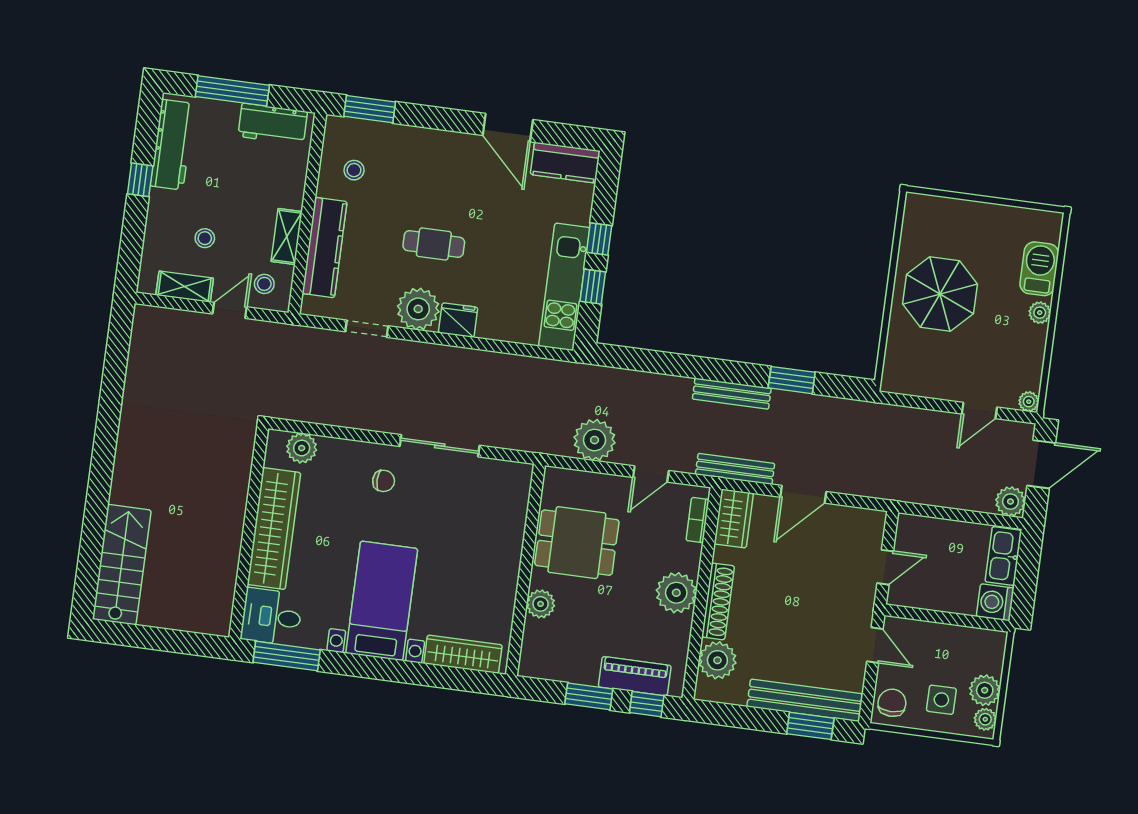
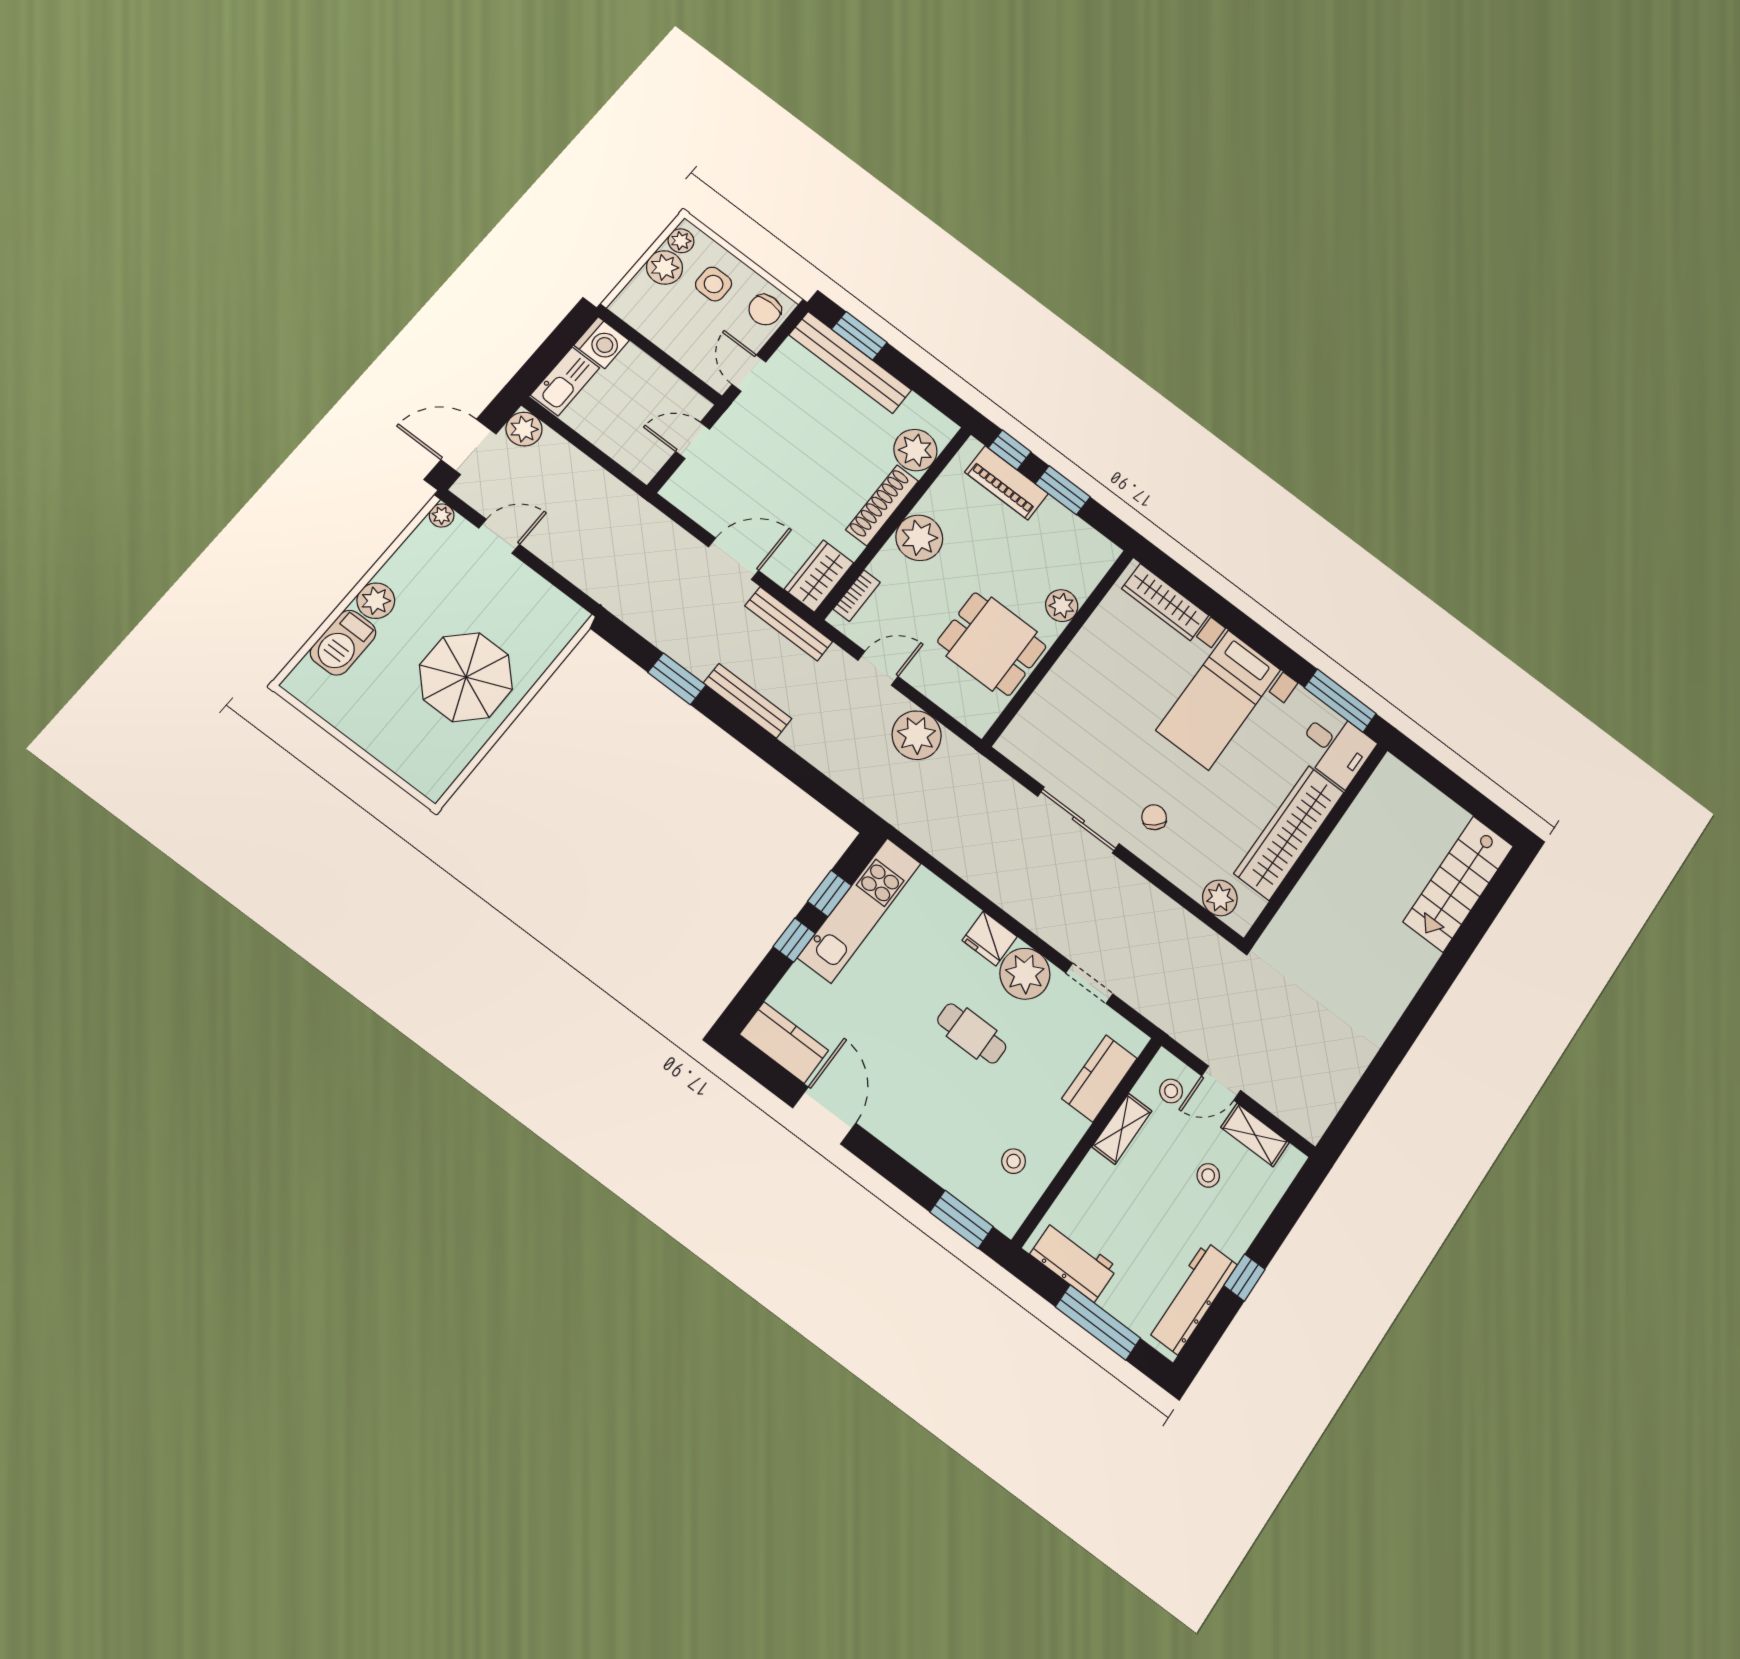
kitchen counter: (325, 248) -> (1099, 1078), width x0.67
plant: (1040, 313) -> (376, 601), width x1.38, depth x1.38
chair: (384, 481) -> (1154, 817), turned 47

